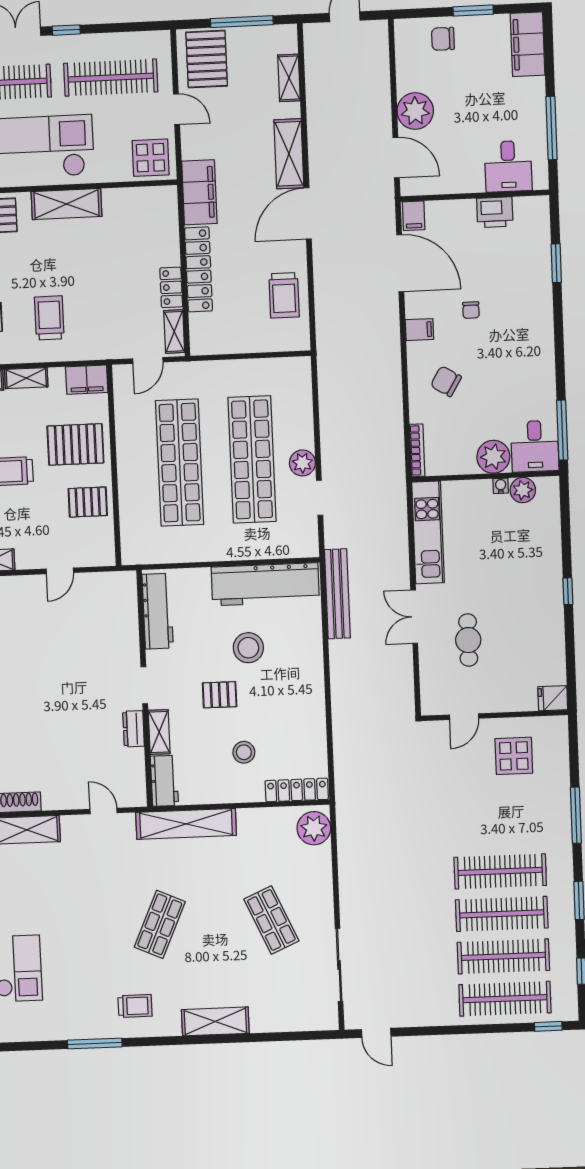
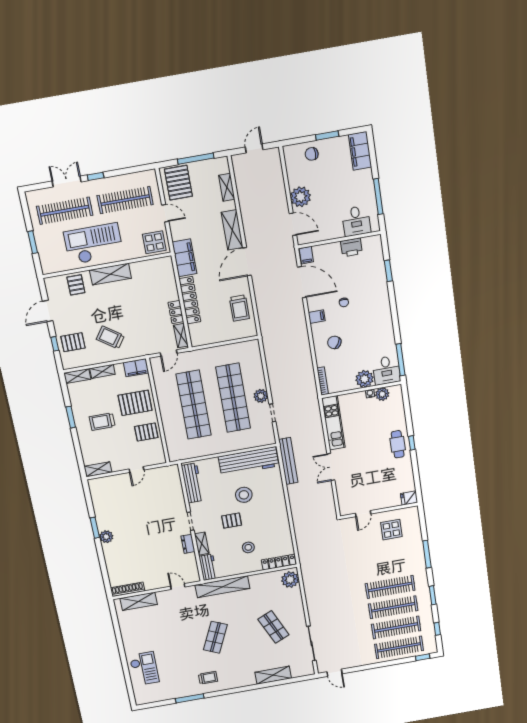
trolley: (49, 318) -> (110, 337), turned -55
cafe table: (468, 640) -> (398, 444), moved
shelving: (215, 1021) -> (273, 675), moved

